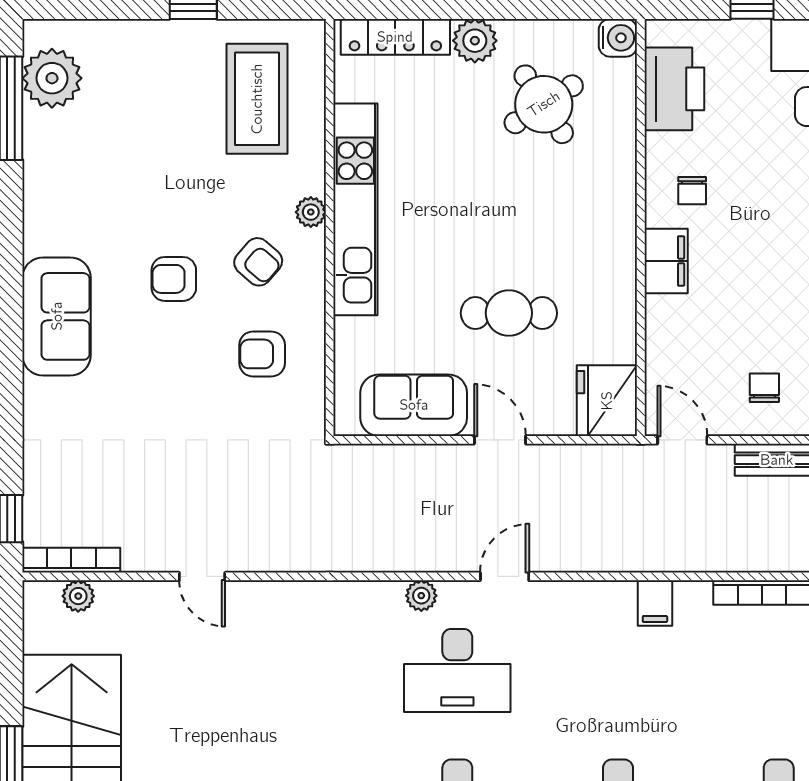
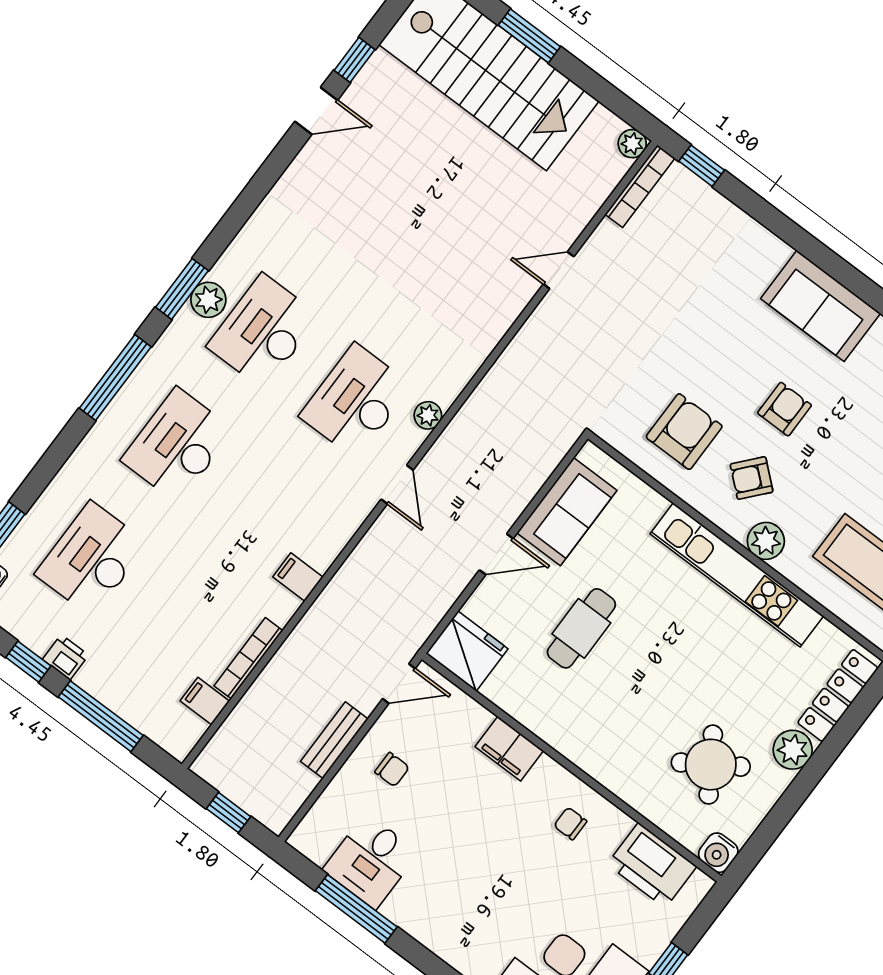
plant: (311, 212) -> (766, 541), width x1.38, depth x1.38
filing cabinet: (666, 261) -> (509, 749), moved
armchair: (262, 354) -> (684, 432), width x1.38, depth x1.38
plant: (78, 596) -> (632, 144), moved

